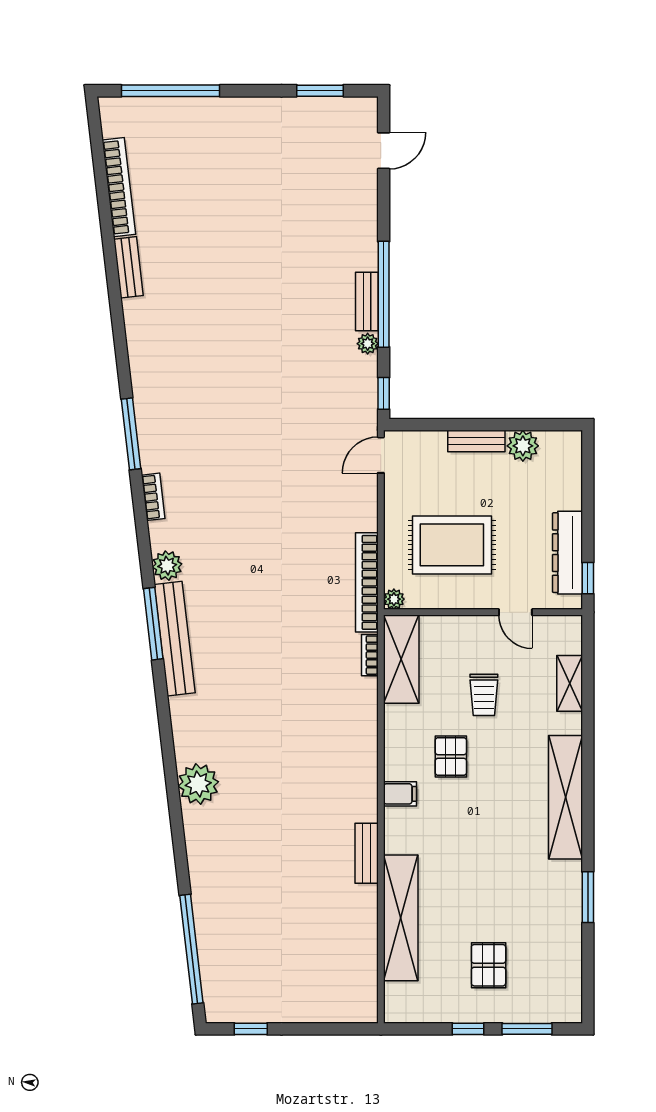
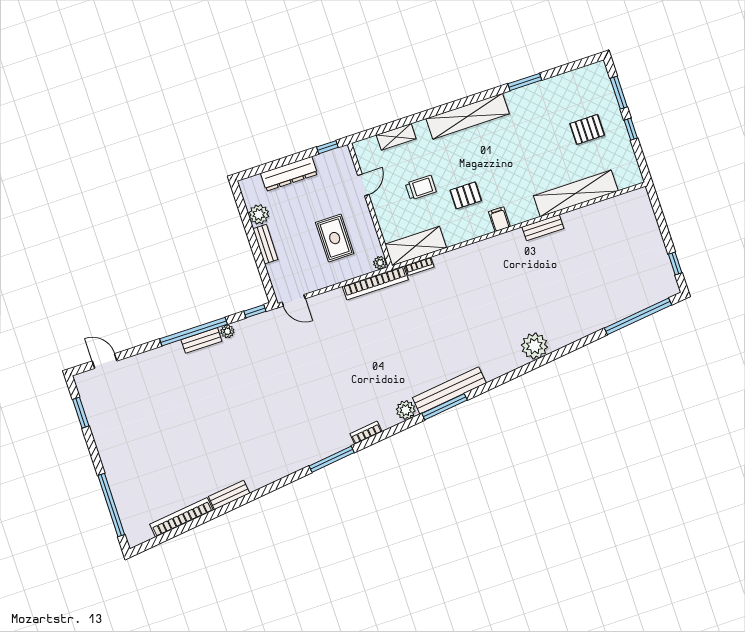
rug: (452, 545) -> (335, 238), width x0.73, depth x0.70
dresser: (567, 553) -> (289, 174), moved

